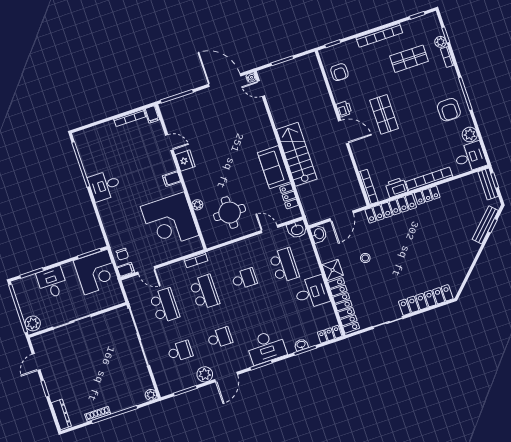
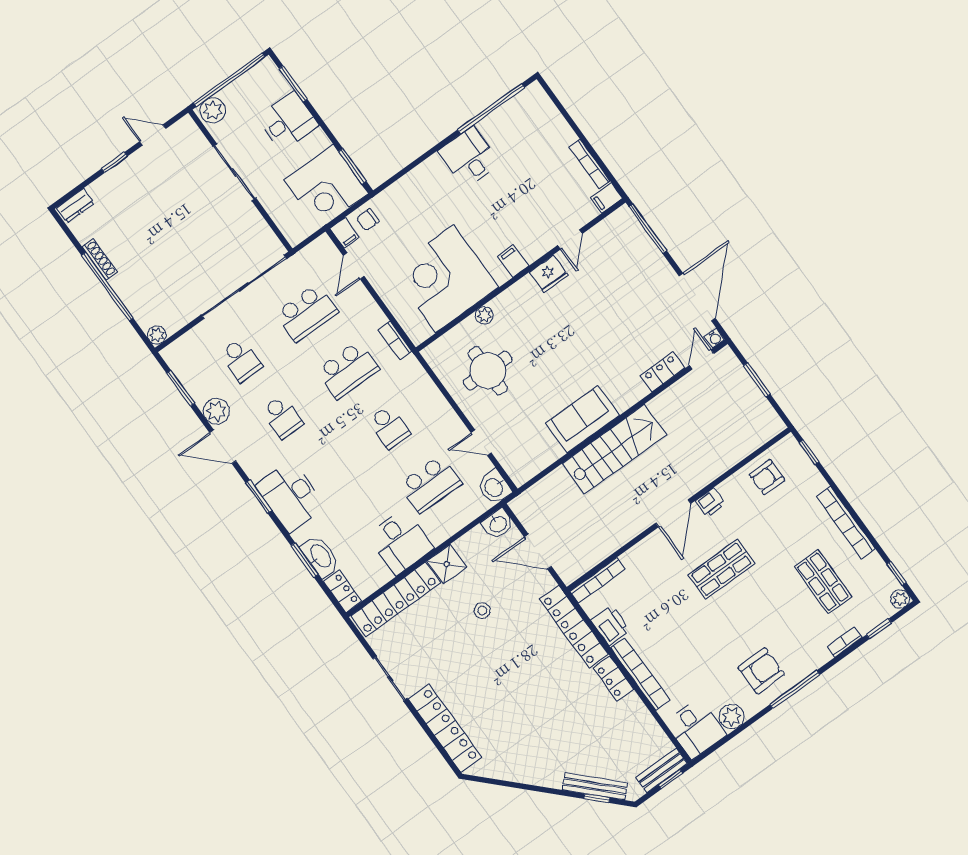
plant: (440, 42) -> (900, 599), moved
armchair: (449, 110) -> (761, 671), turned 180
locker: (289, 196) -> (663, 372), moved
door: (269, 229) -> (481, 443), swing flipped
washbasin: (301, 345) -> (320, 556), width x1.91, depth x1.45
dresser: (61, 414) -> (75, 206), width x0.70

